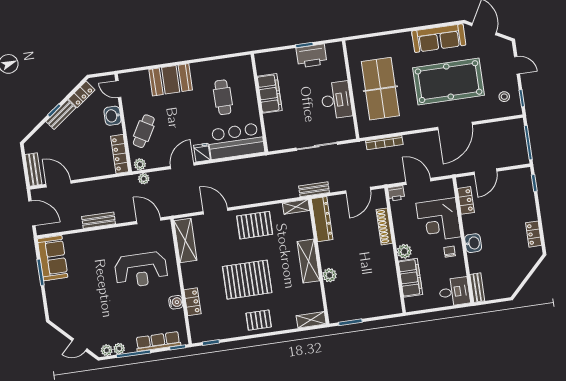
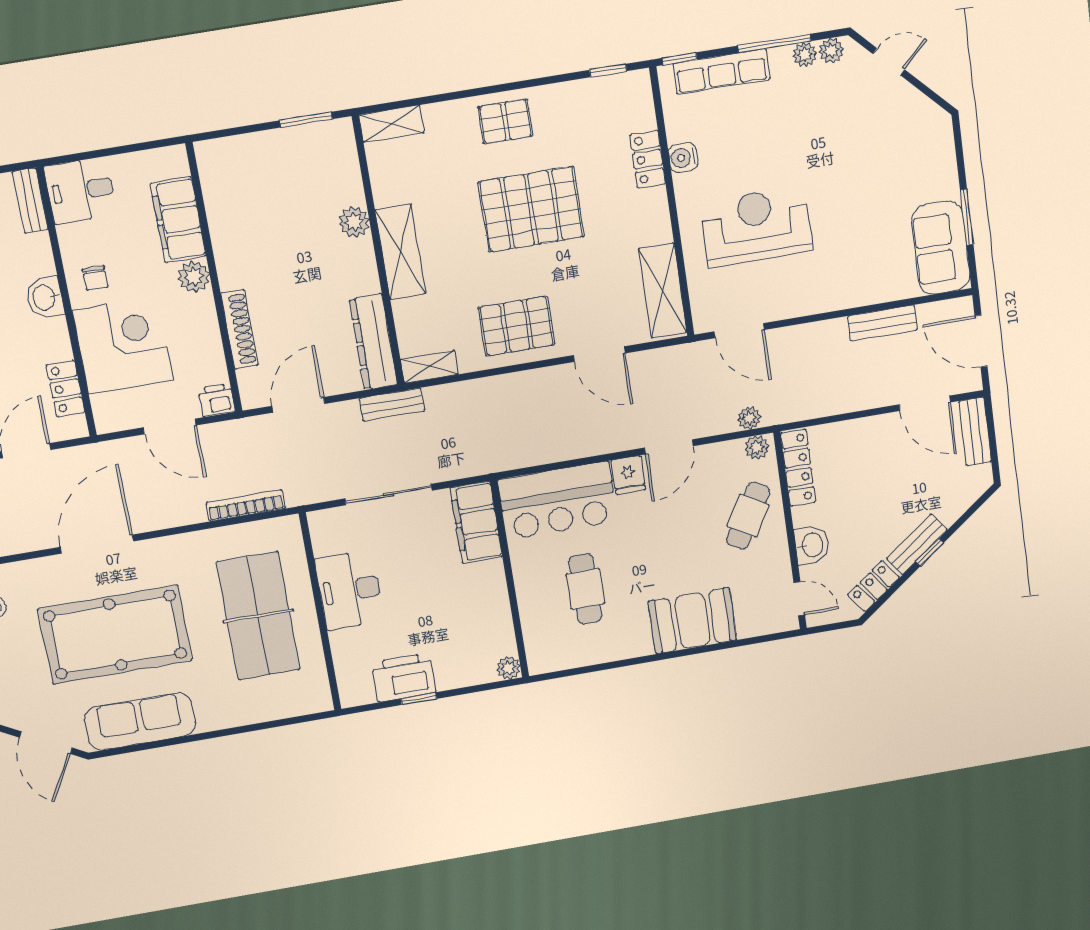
plant: (261, 59) -> (508, 668), added
filing cabinet: (270, 93) -> (476, 522), moved
bench: (99, 220) -> (882, 323), moved

